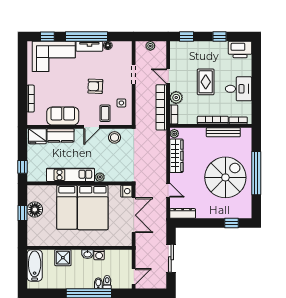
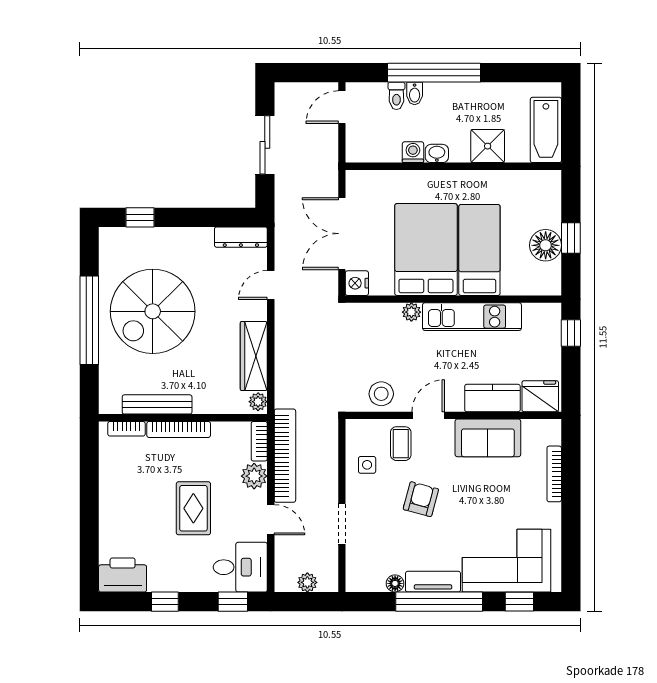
armchair: (95, 86) -> (421, 499), turned -77
desk: (239, 89) -> (240, 567), moved, turned 180
door: (168, 190) -> (271, 285), hinge flipped

